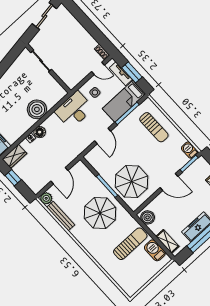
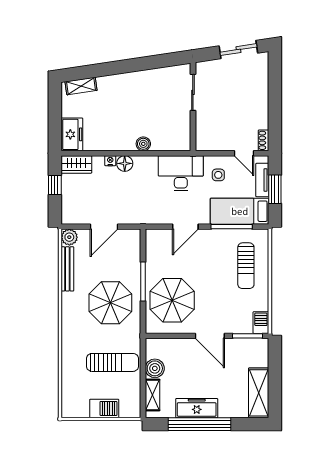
boiler: (37, 109) -> (143, 144), width x0.54, depth x0.54
boiler: (148, 217) -> (155, 368), moved
barbecue: (155, 250) -> (104, 408), moved, turned 90

